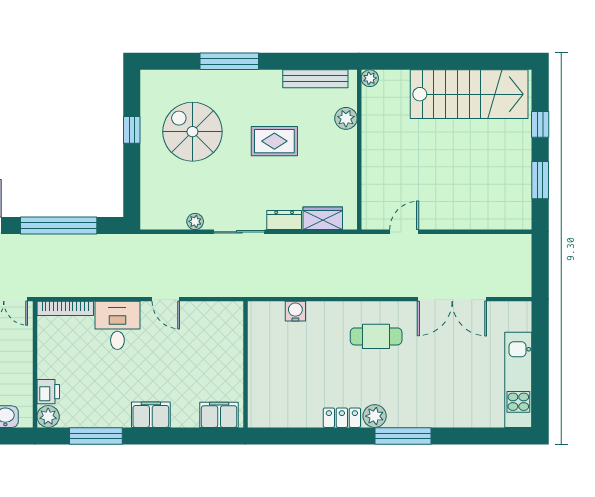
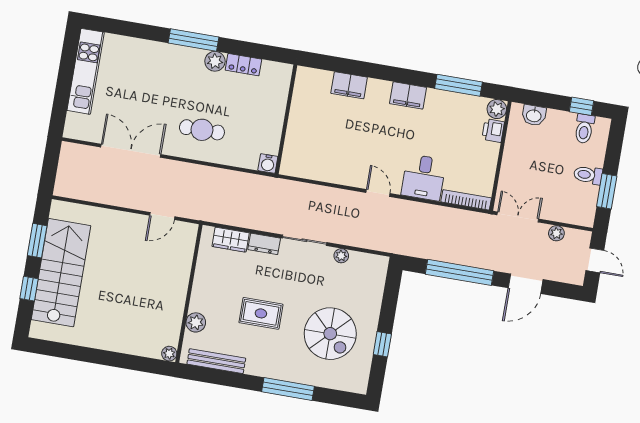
stairs: (469, 94) -> (61, 273), moved, turned 90
wall: (245, 364) -> (286, 119), moved

